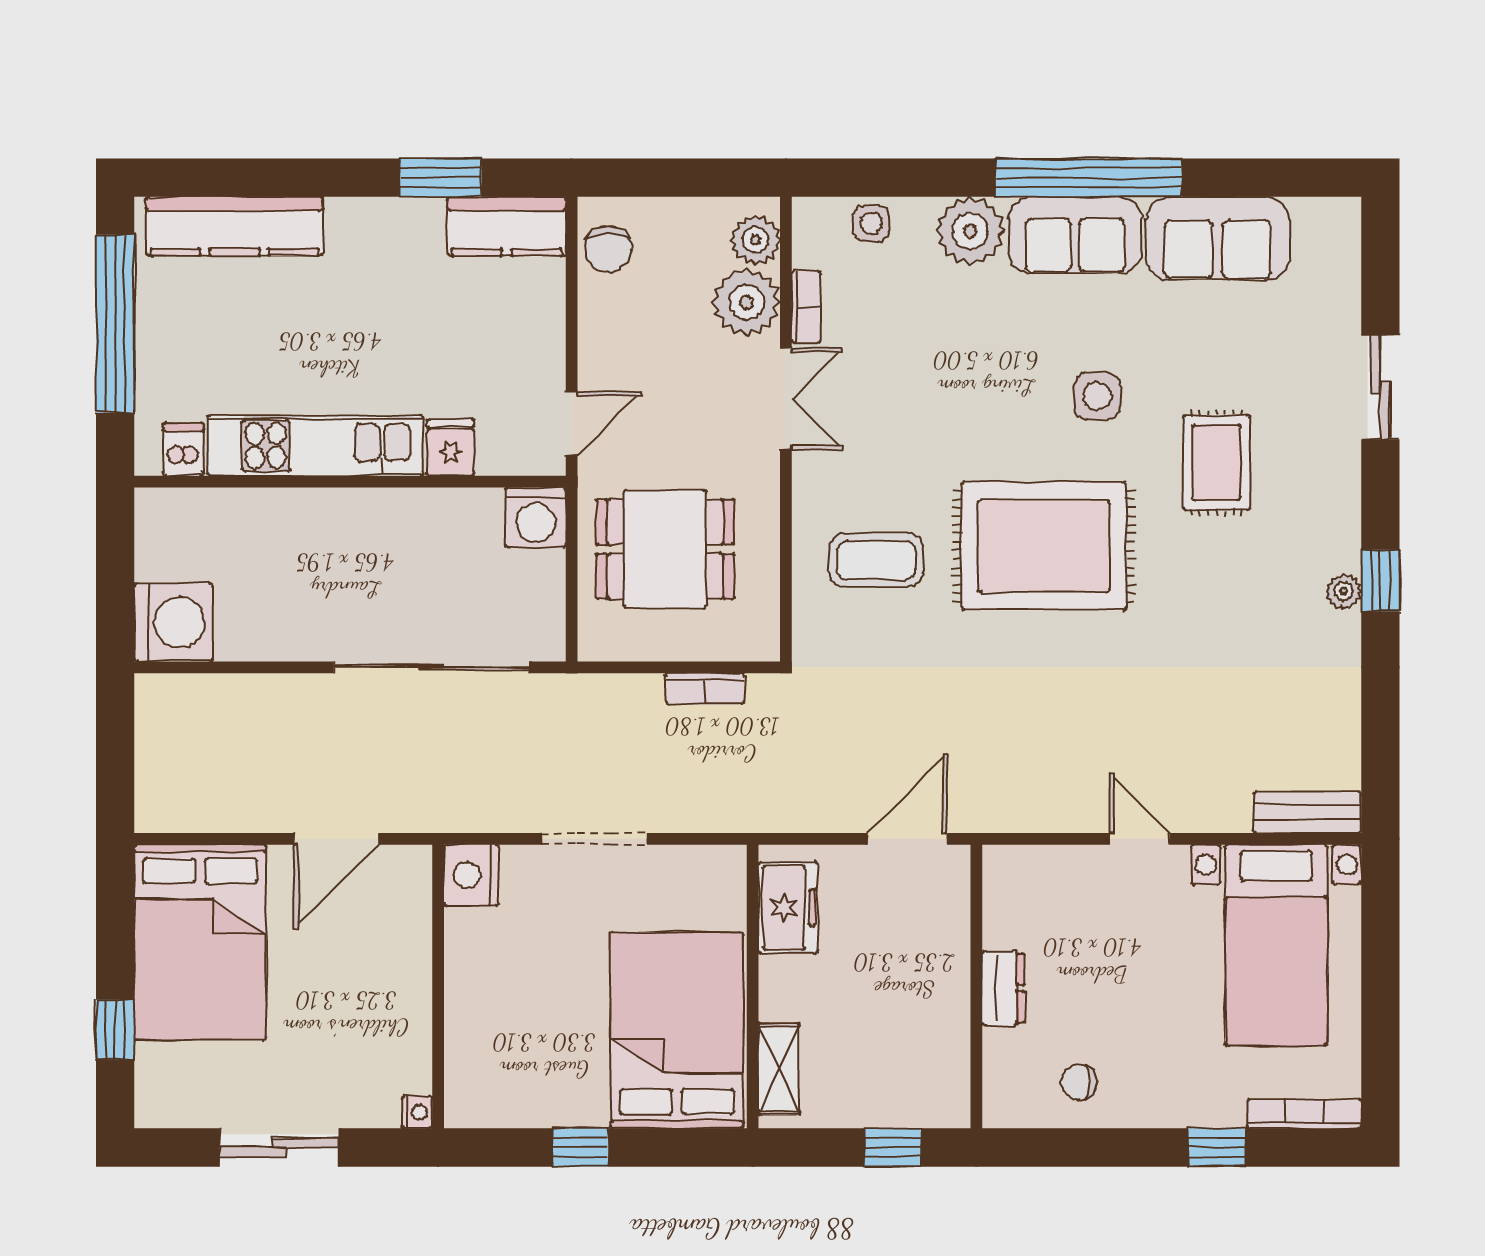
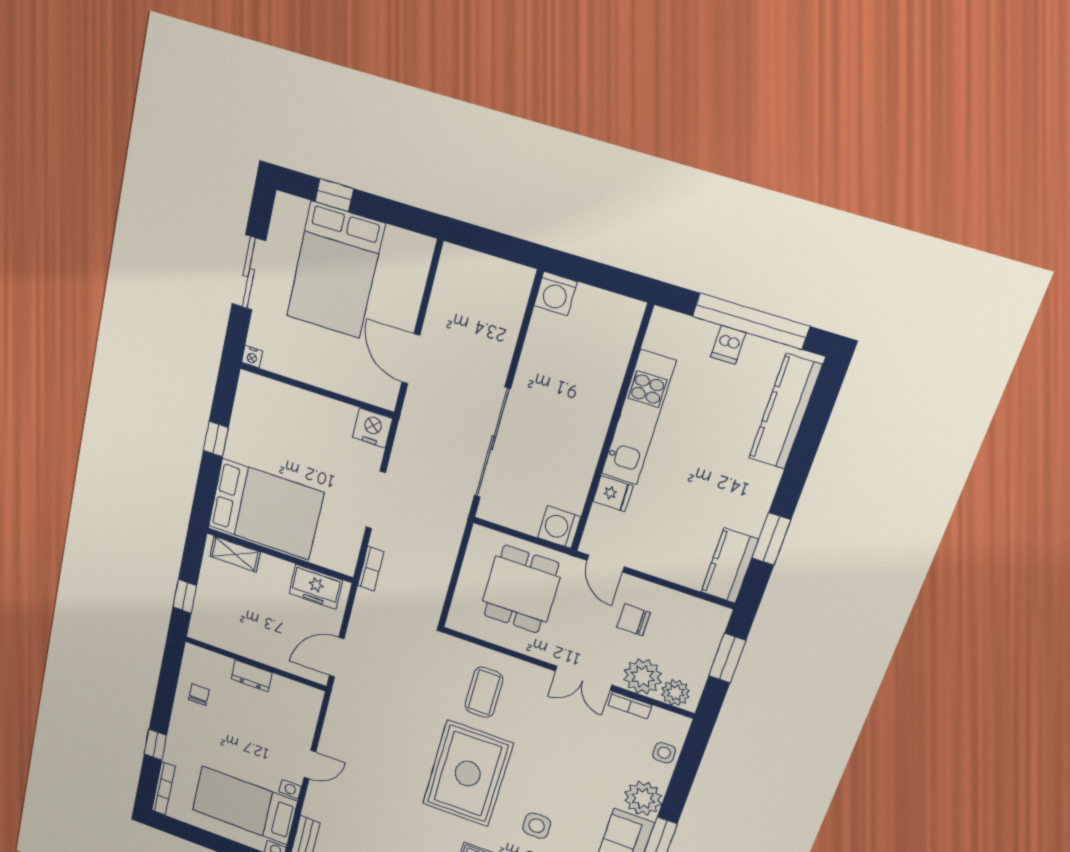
window: (664, 178) -> (727, 658), added
chair: (608, 249) -> (634, 620), moved
dishwasher: (183, 450) -> (728, 345), moved, turned 90
washing machine: (173, 622) -> (556, 294), width x0.73, depth x0.73
bookcase: (705, 689) -> (371, 569), moved, turned 180
door: (907, 839) -> (337, 657), swing flipped
bed: (200, 942) -> (335, 270), moved, turned -90

